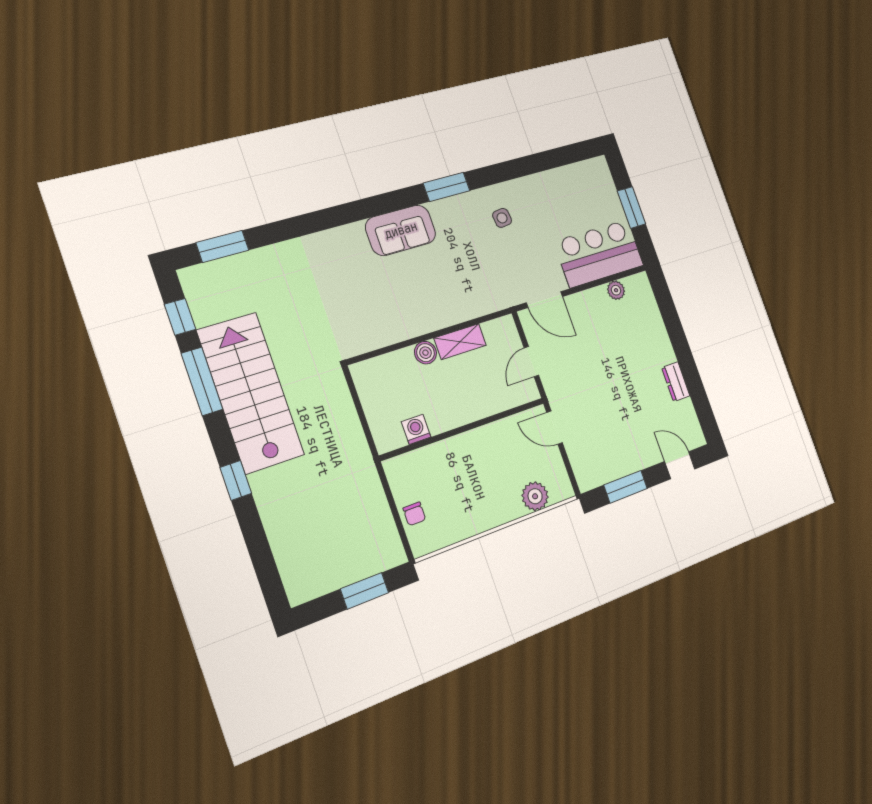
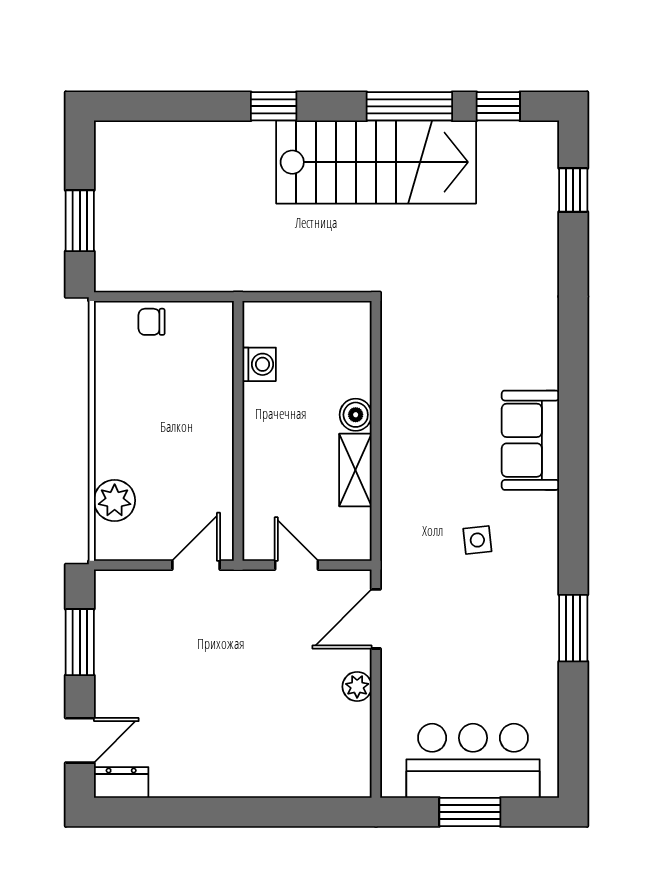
window: (447, 187) -> (573, 628), moved
side table: (502, 218) -> (477, 540), moved
window: (222, 246) -> (573, 190), width x0.67
bar counter: (599, 253) -> (473, 761), moved, turned -90
plant: (616, 290) -> (357, 687), moved
dresser: (676, 382) -> (121, 782), moved

